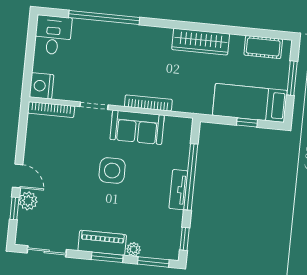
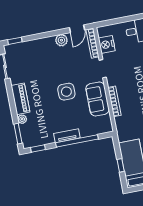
nightstand: (41, 86) -> (107, 44), moved, turned -90
door: (18, 176) -> (77, 29), moved
plant: (28, 201) -> (61, 40), moved
window: (14, 208) -> (15, 41), moved
window: (107, 257) -> (12, 105), removed

